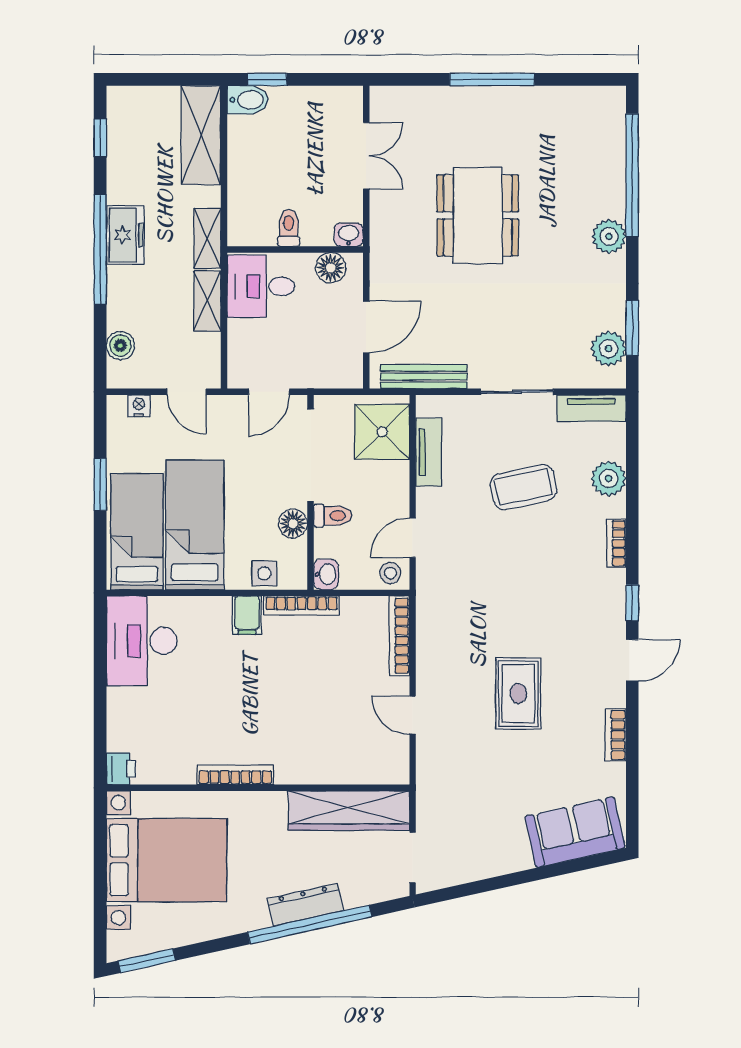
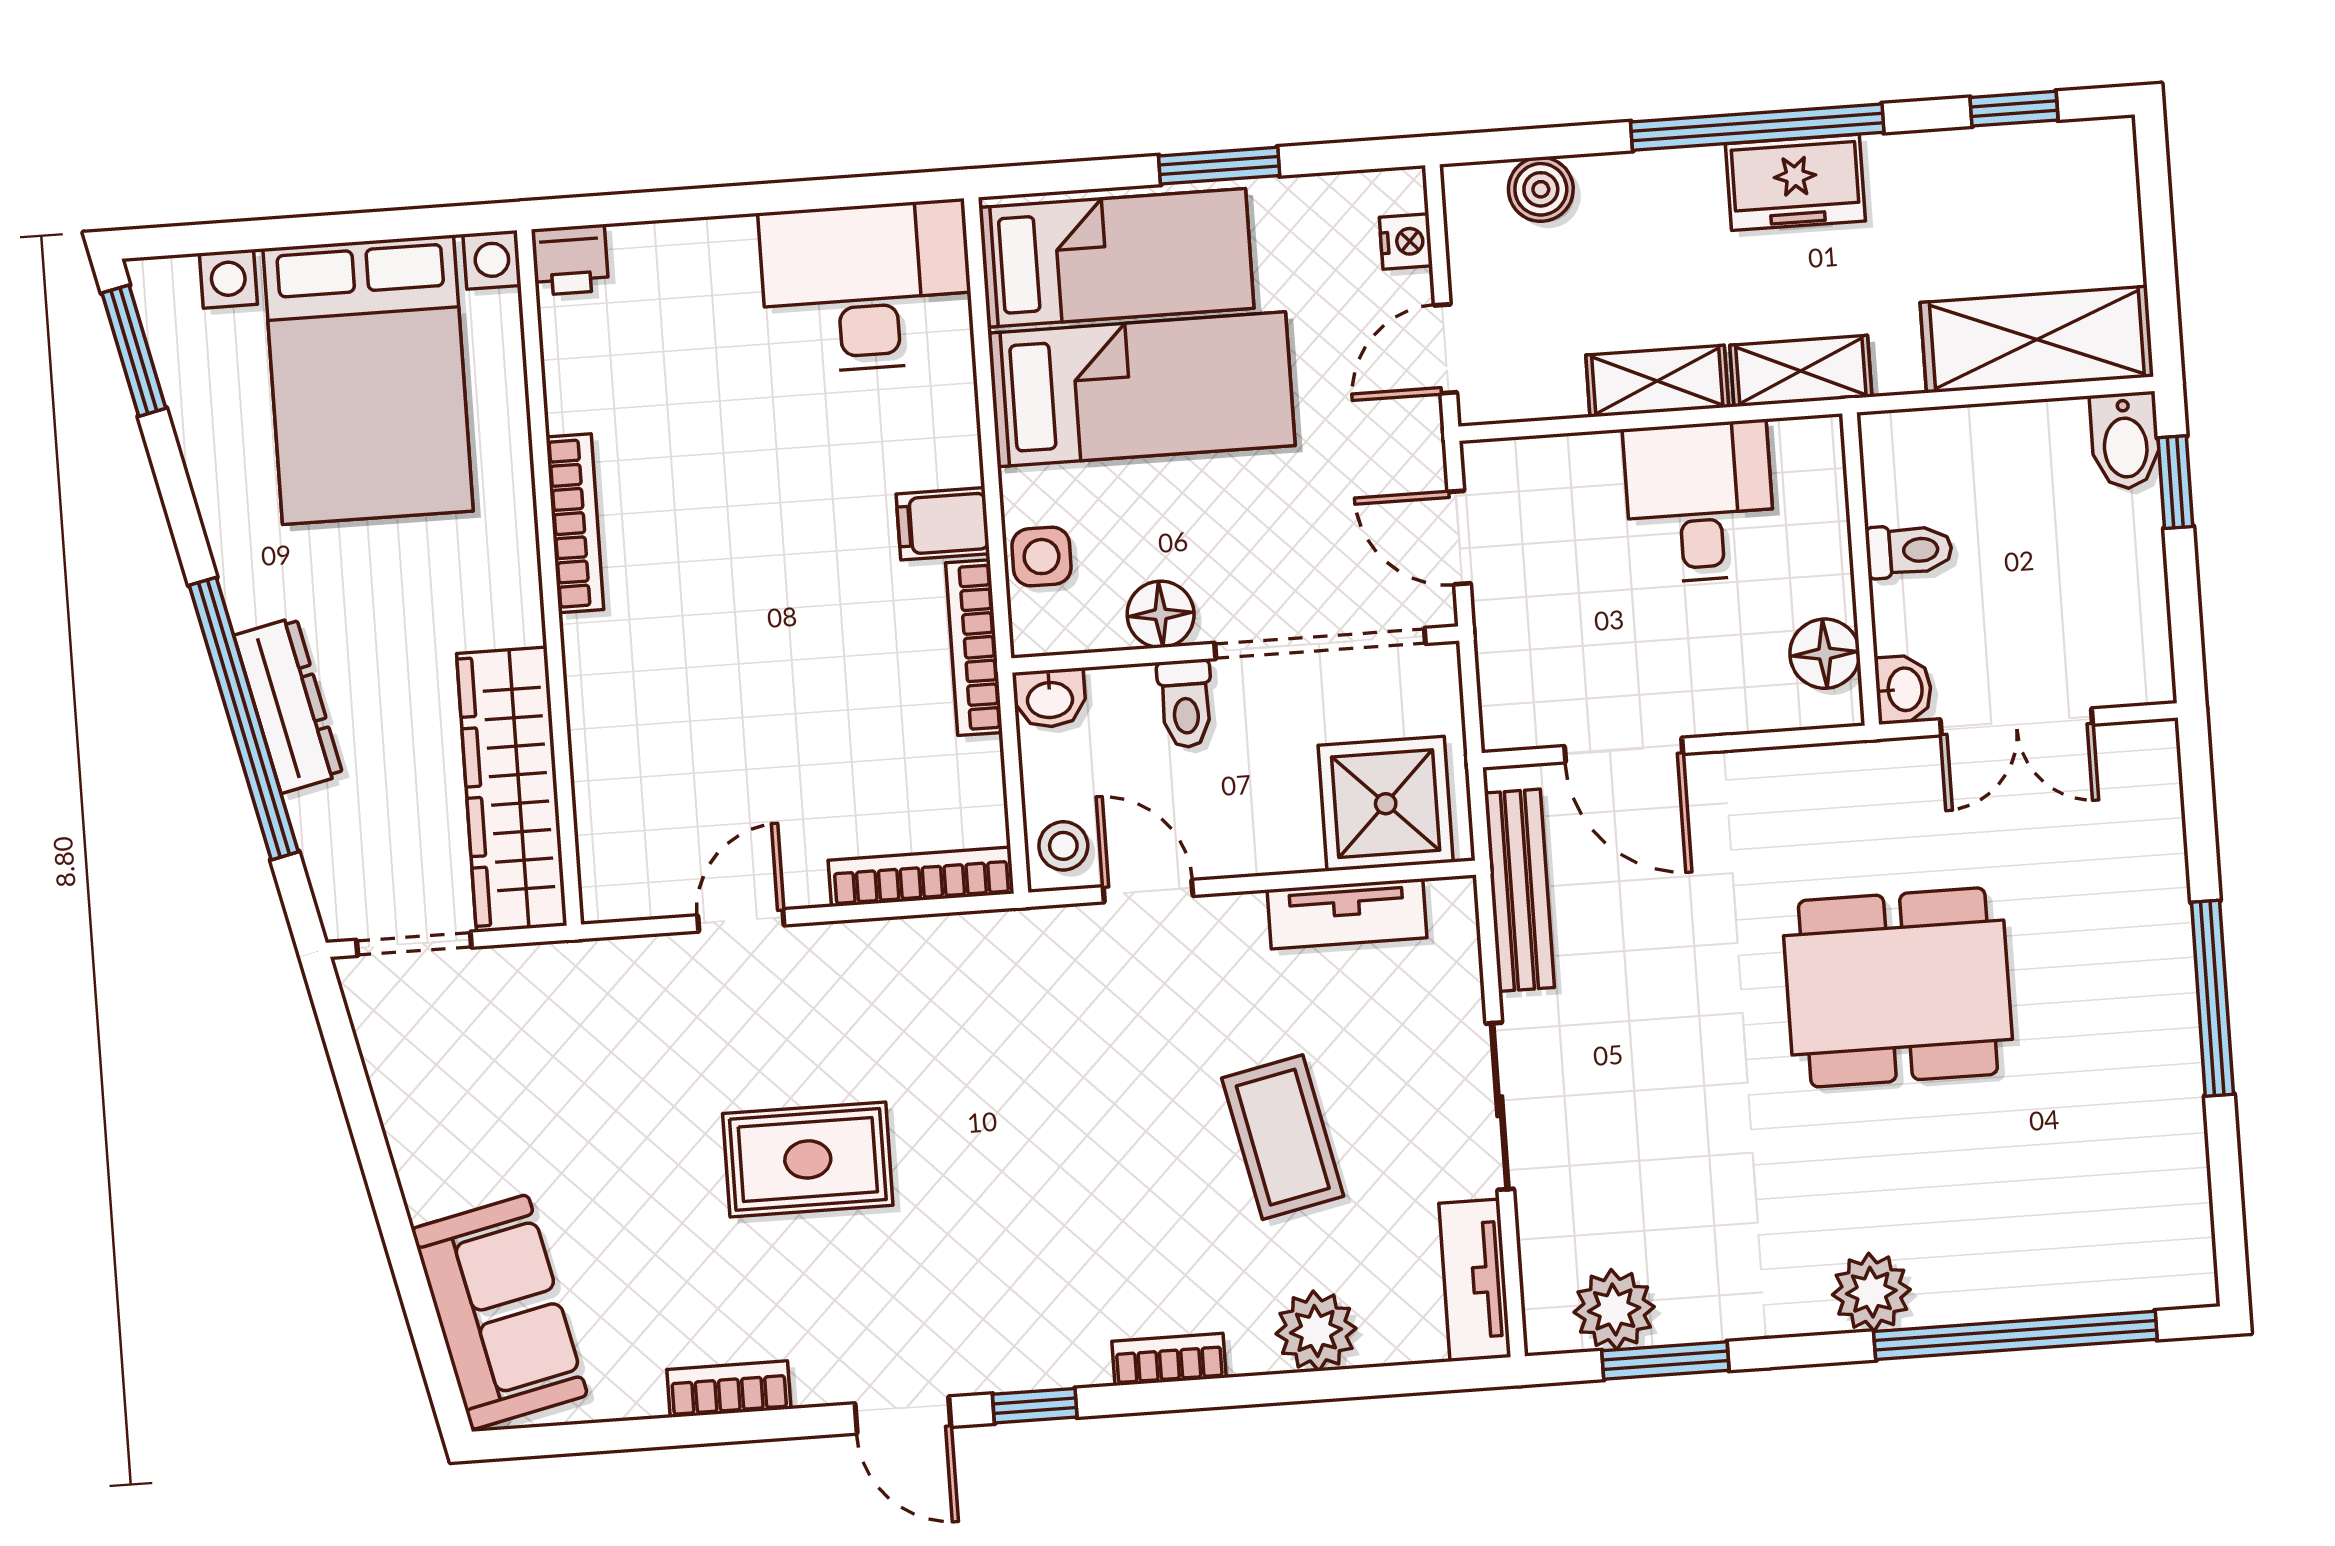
toilet: (289, 228) -> (1909, 551), moved
washbasin: (349, 235) -> (1904, 689), moved
wall: (295, 250) -> (1861, 569), moved
floor lamp: (331, 268) -> (1825, 654), moved

